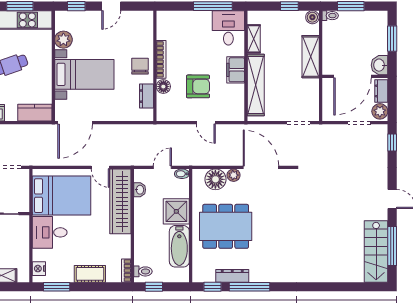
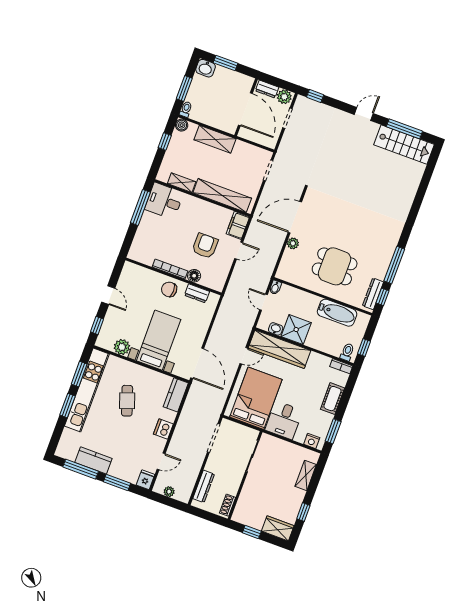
washbasin: (379, 65) -> (206, 68), moved
filing cabinet: (236, 70) -> (238, 225), moved, turned 90
floor lamp: (215, 179) -> (291, 260), removed
shower: (176, 211) -> (296, 330), moved
dining table: (226, 226) -> (335, 266), width x0.73
dresser: (232, 276) -> (373, 294), moved

